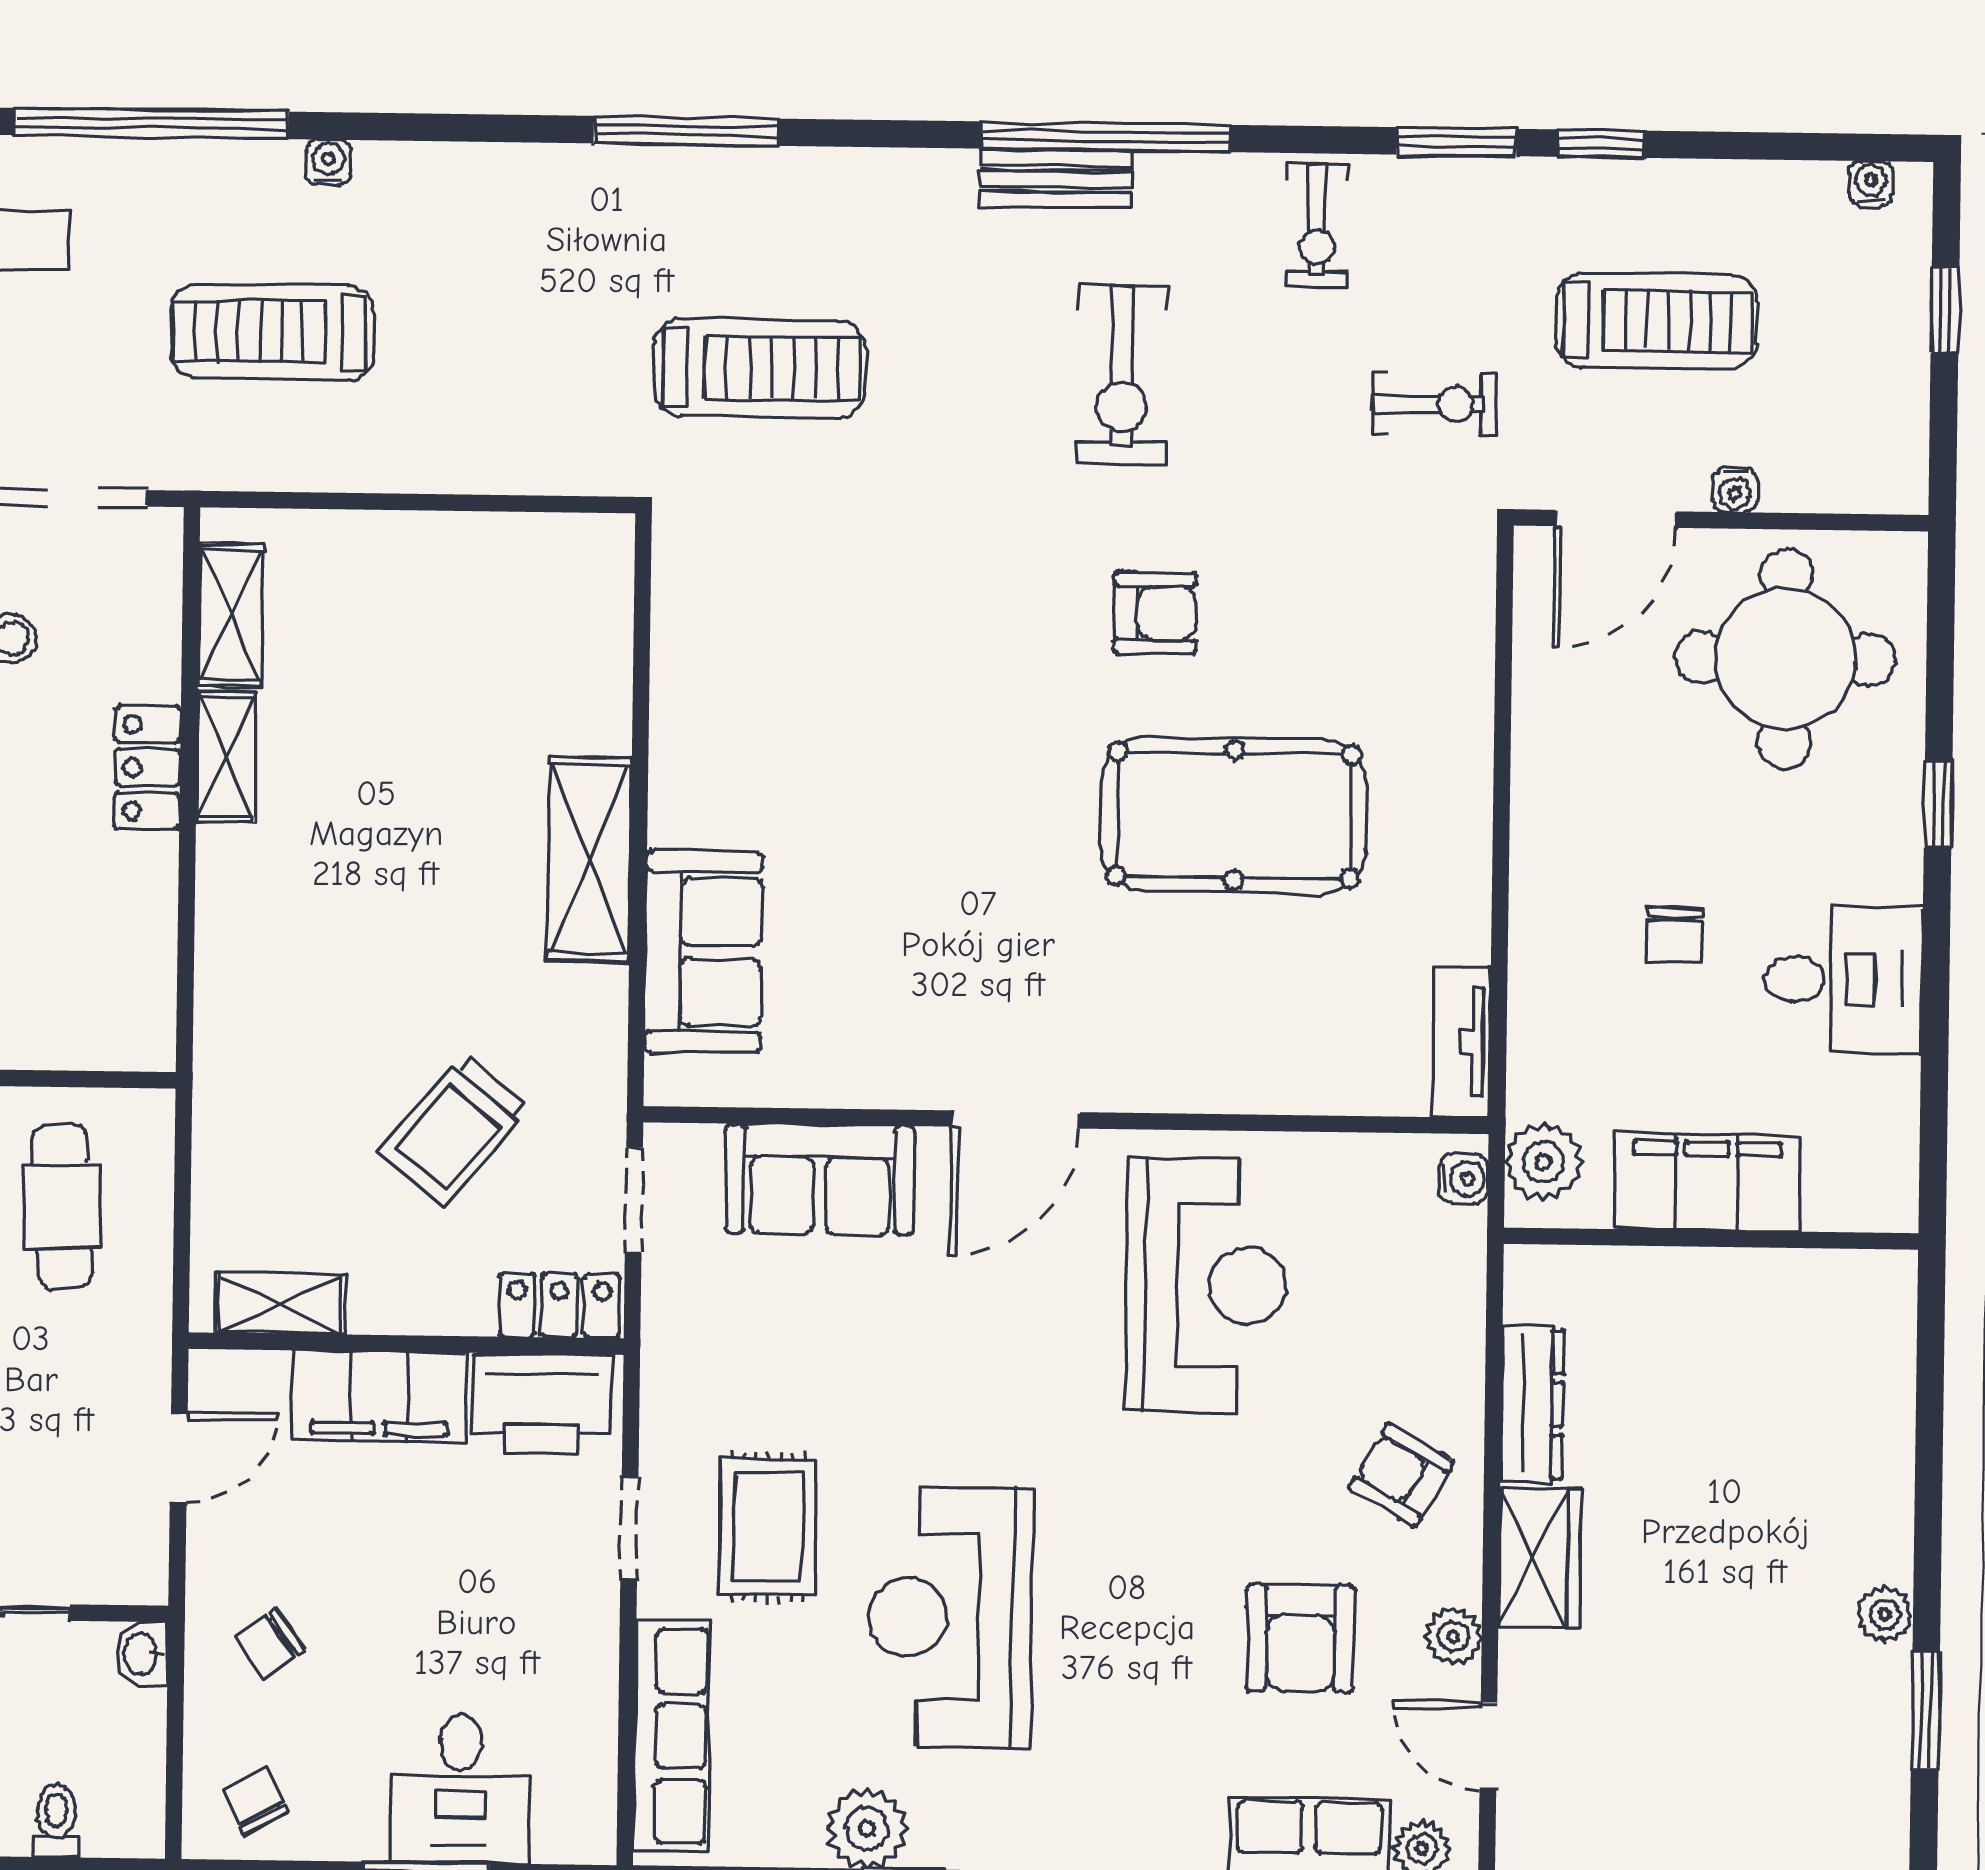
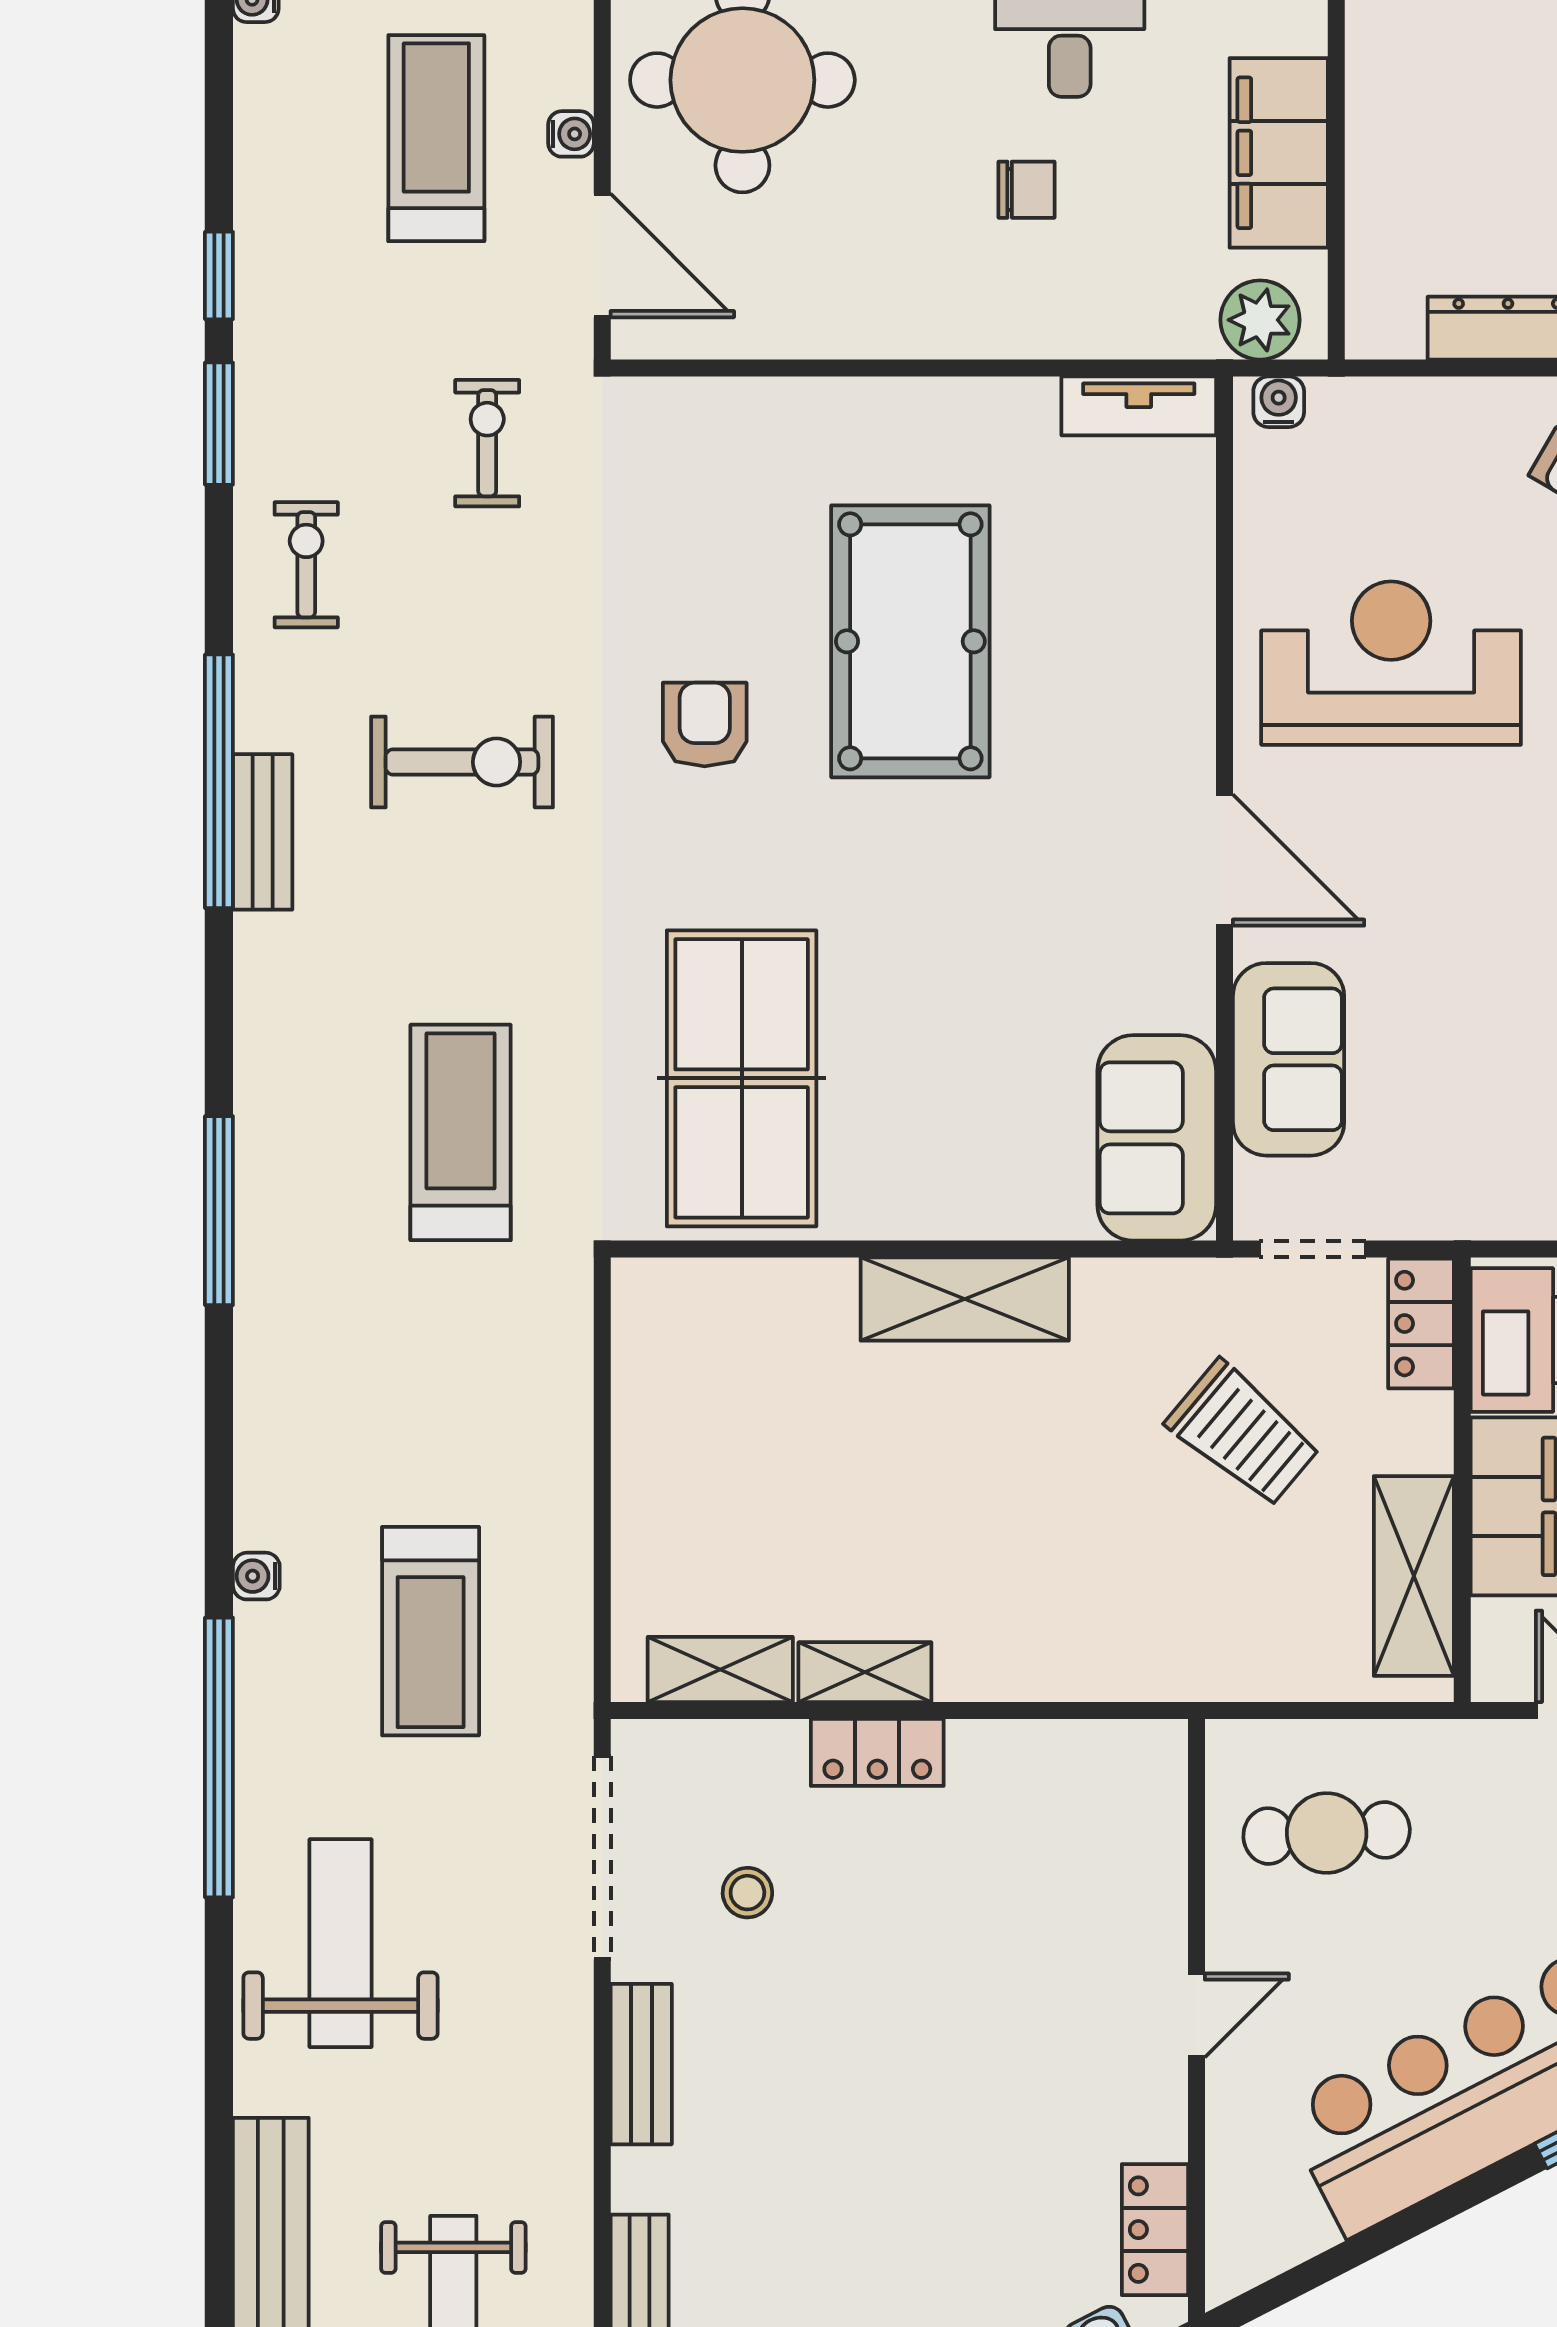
exercise bike: (1317, 225) -> (306, 565), turned -90
treadmill: (1657, 321) -> (436, 138), moved
table tennis table: (809, 644) -> (742, 1078), added
sofa: (704, 952) -> (1157, 1138), moved, turned -90
shelving: (280, 1304) -> (1414, 1576), width x1.50, depth x1.33

